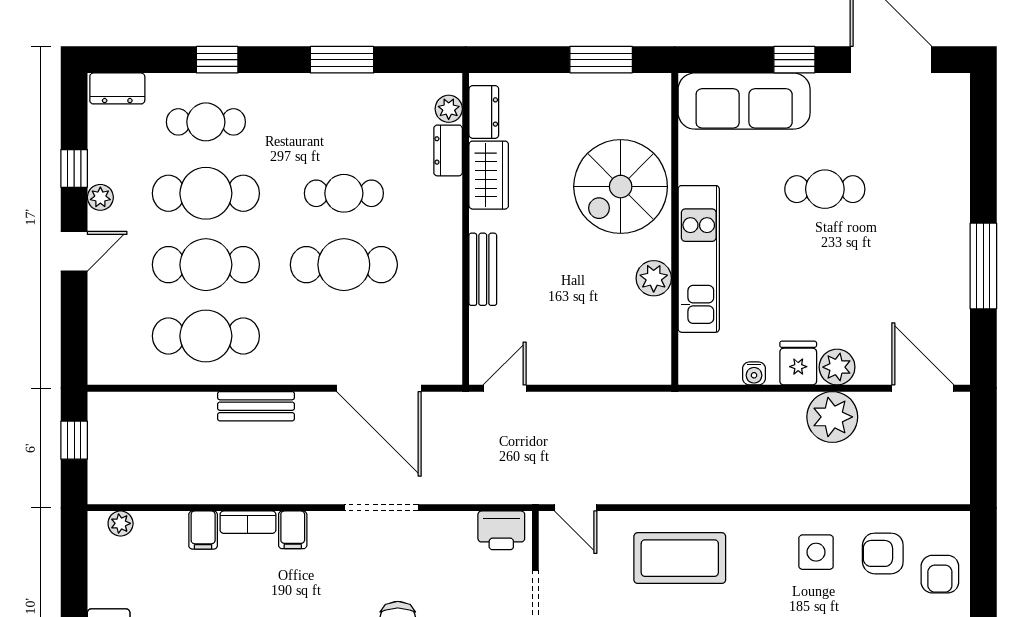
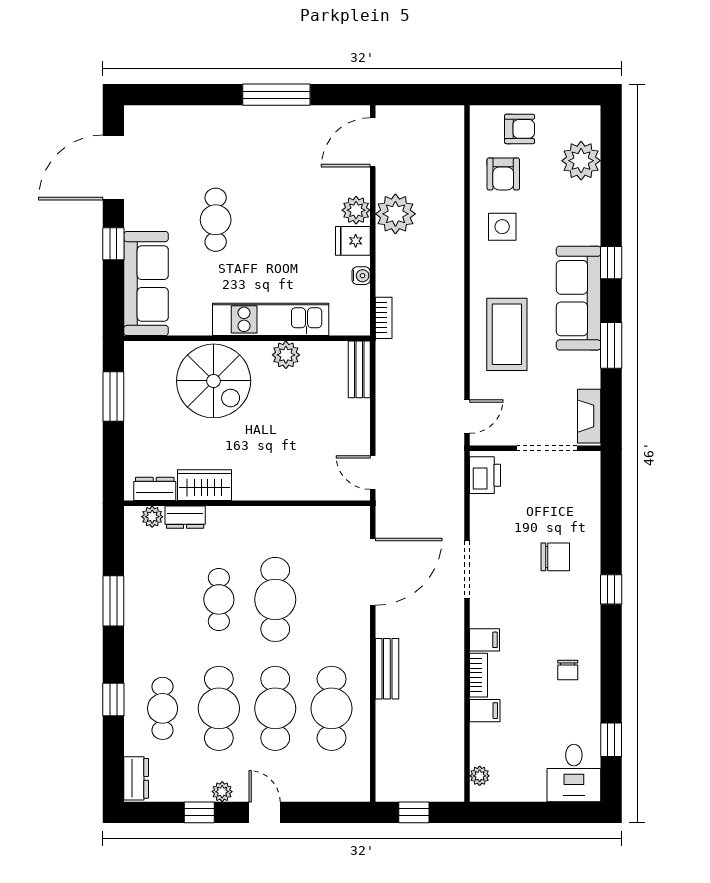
bench: (483, 269) -> (359, 369), moved, turned 90
bookcase: (700, 402) -> (384, 318), added

